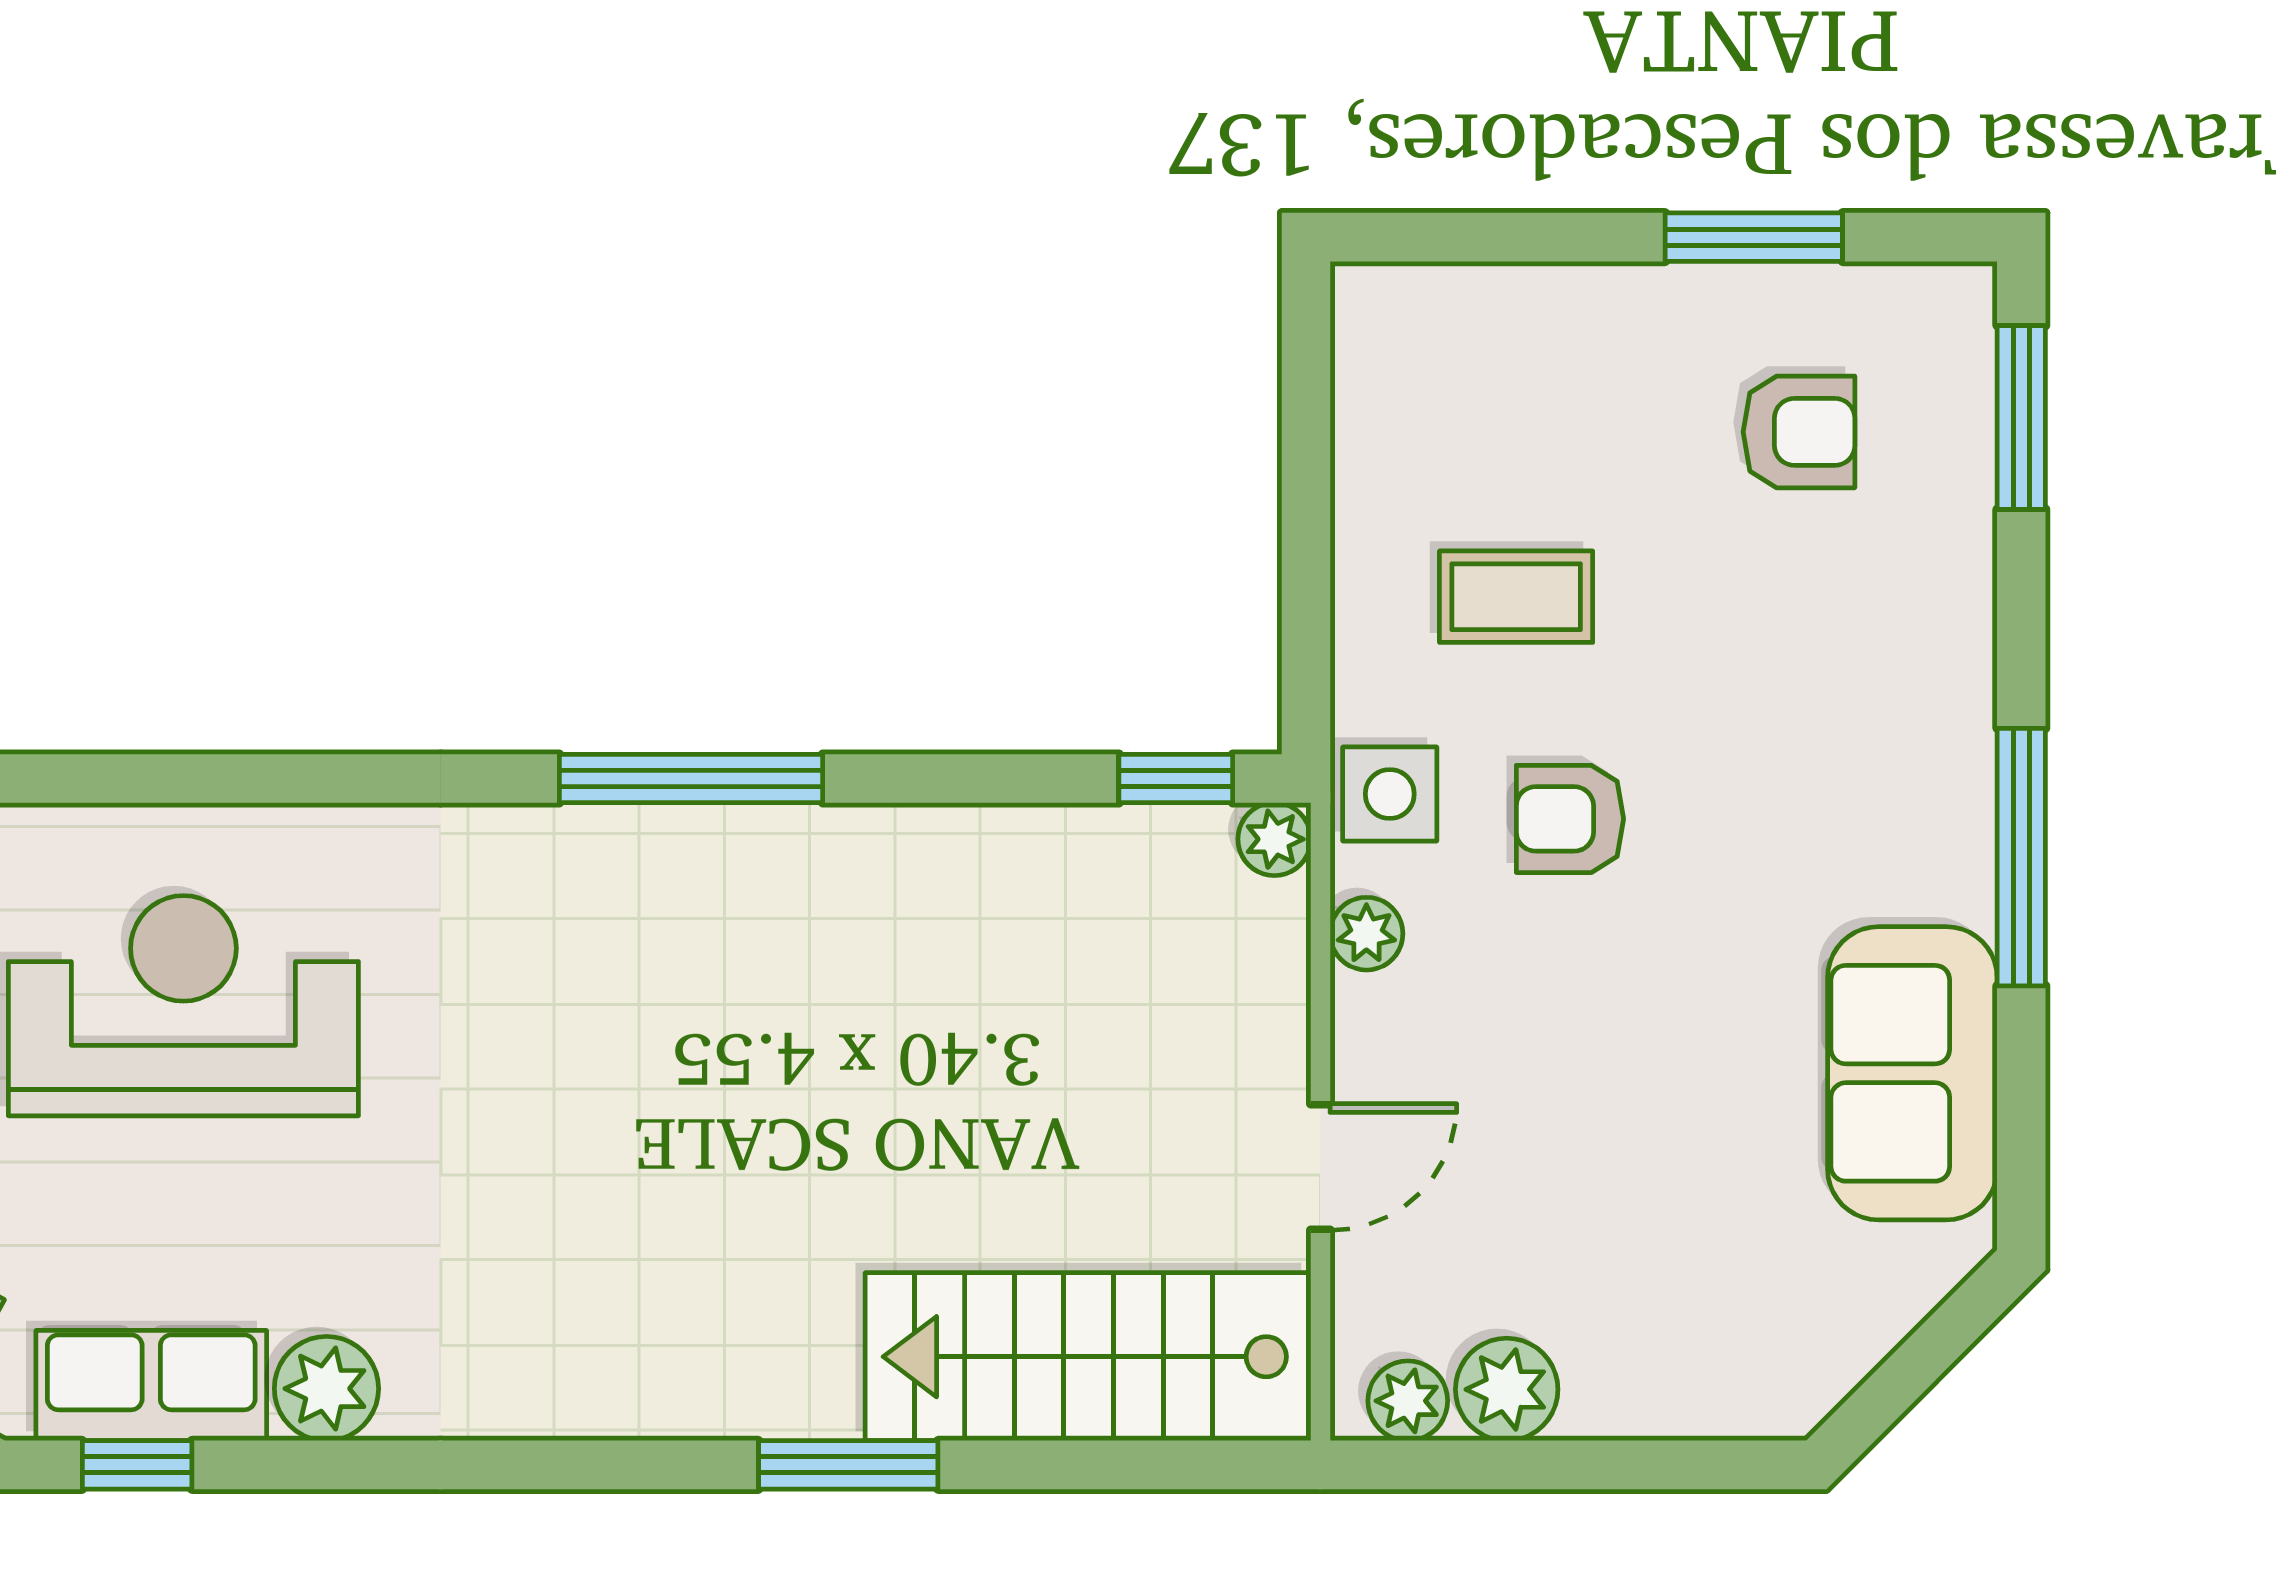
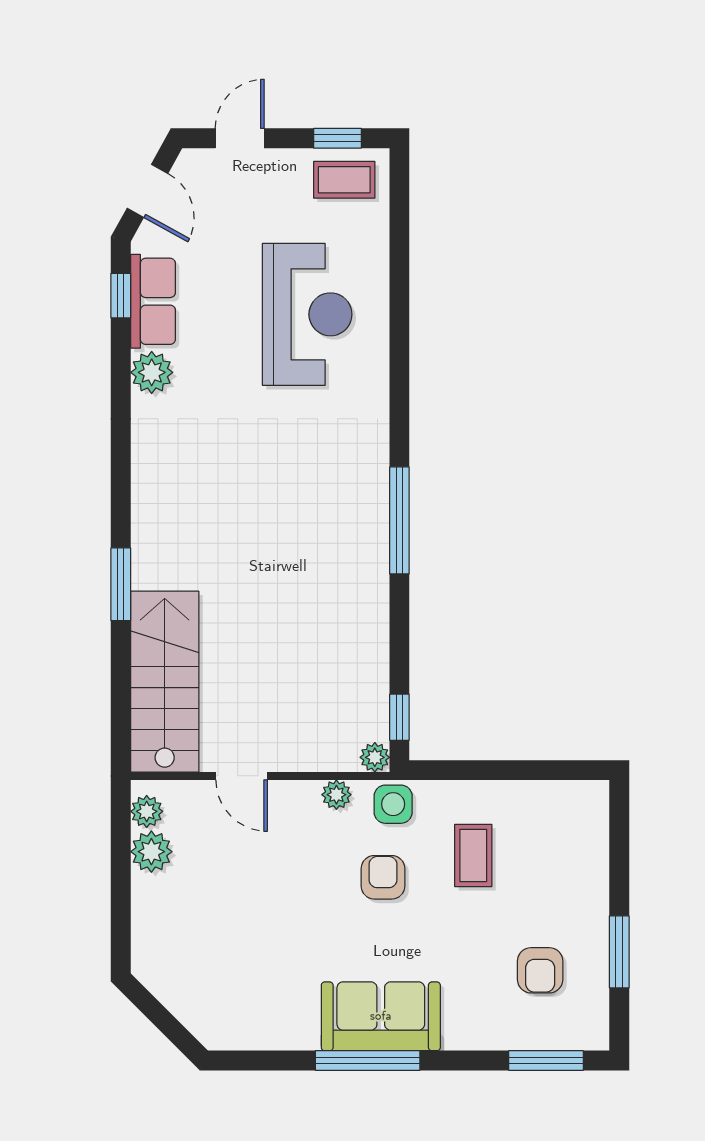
sofa: (1912, 1073) -> (381, 1016), moved

